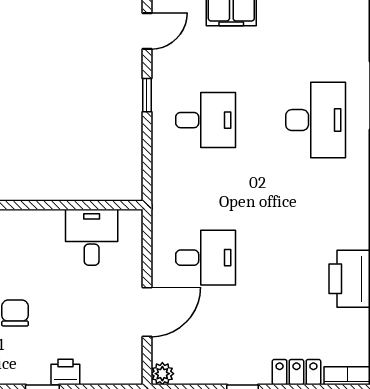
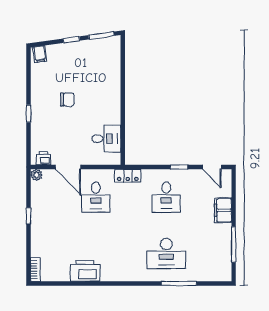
printer: (65, 372) -> (44, 158), moved, turned -90
locker: (296, 372) -> (128, 176), moved, turned 90

